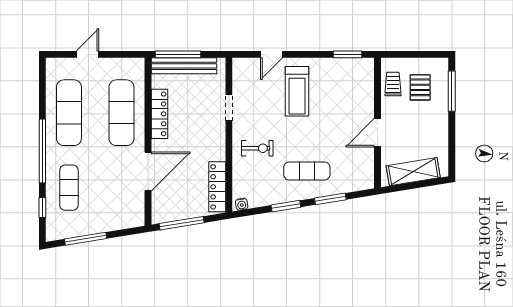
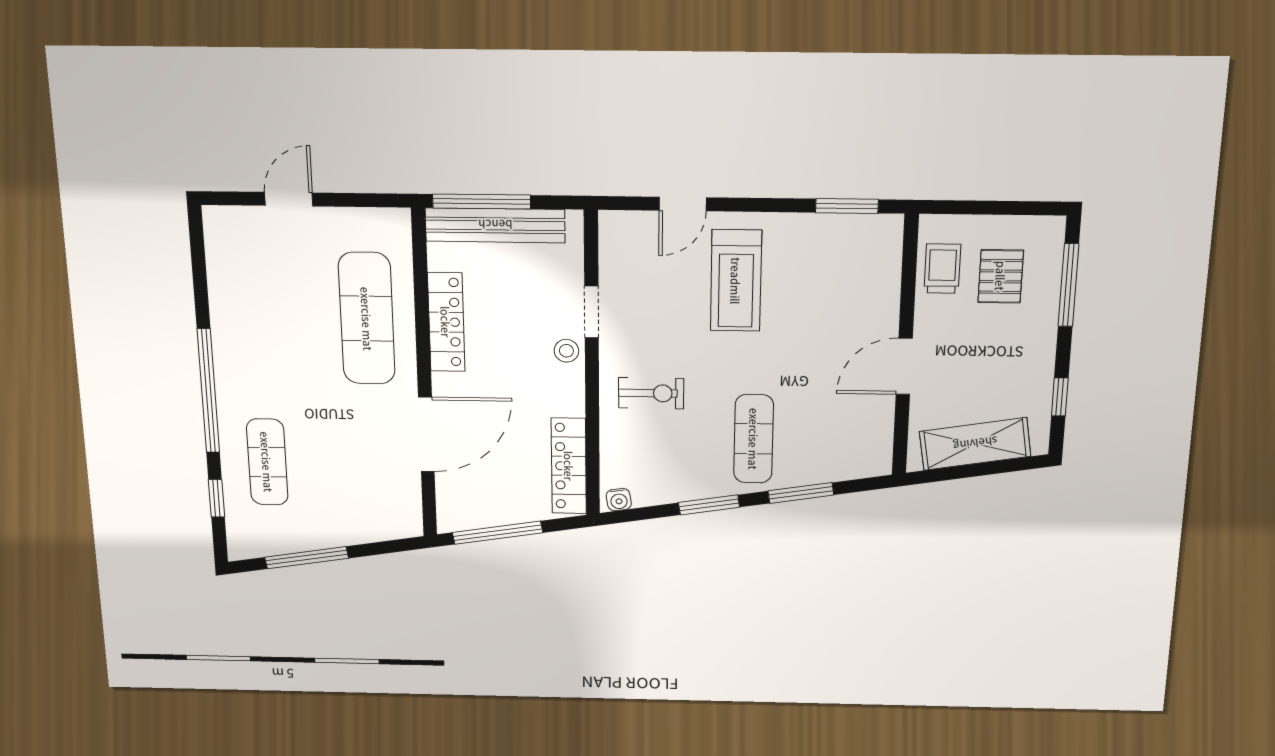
exercise mat: (69, 113) -> (258, 317), removed
stool: (217, 127) -> (566, 351), added
window: (452, 147) -> (1060, 397), added
exercise mat: (307, 171) -> (754, 439), turned 90

